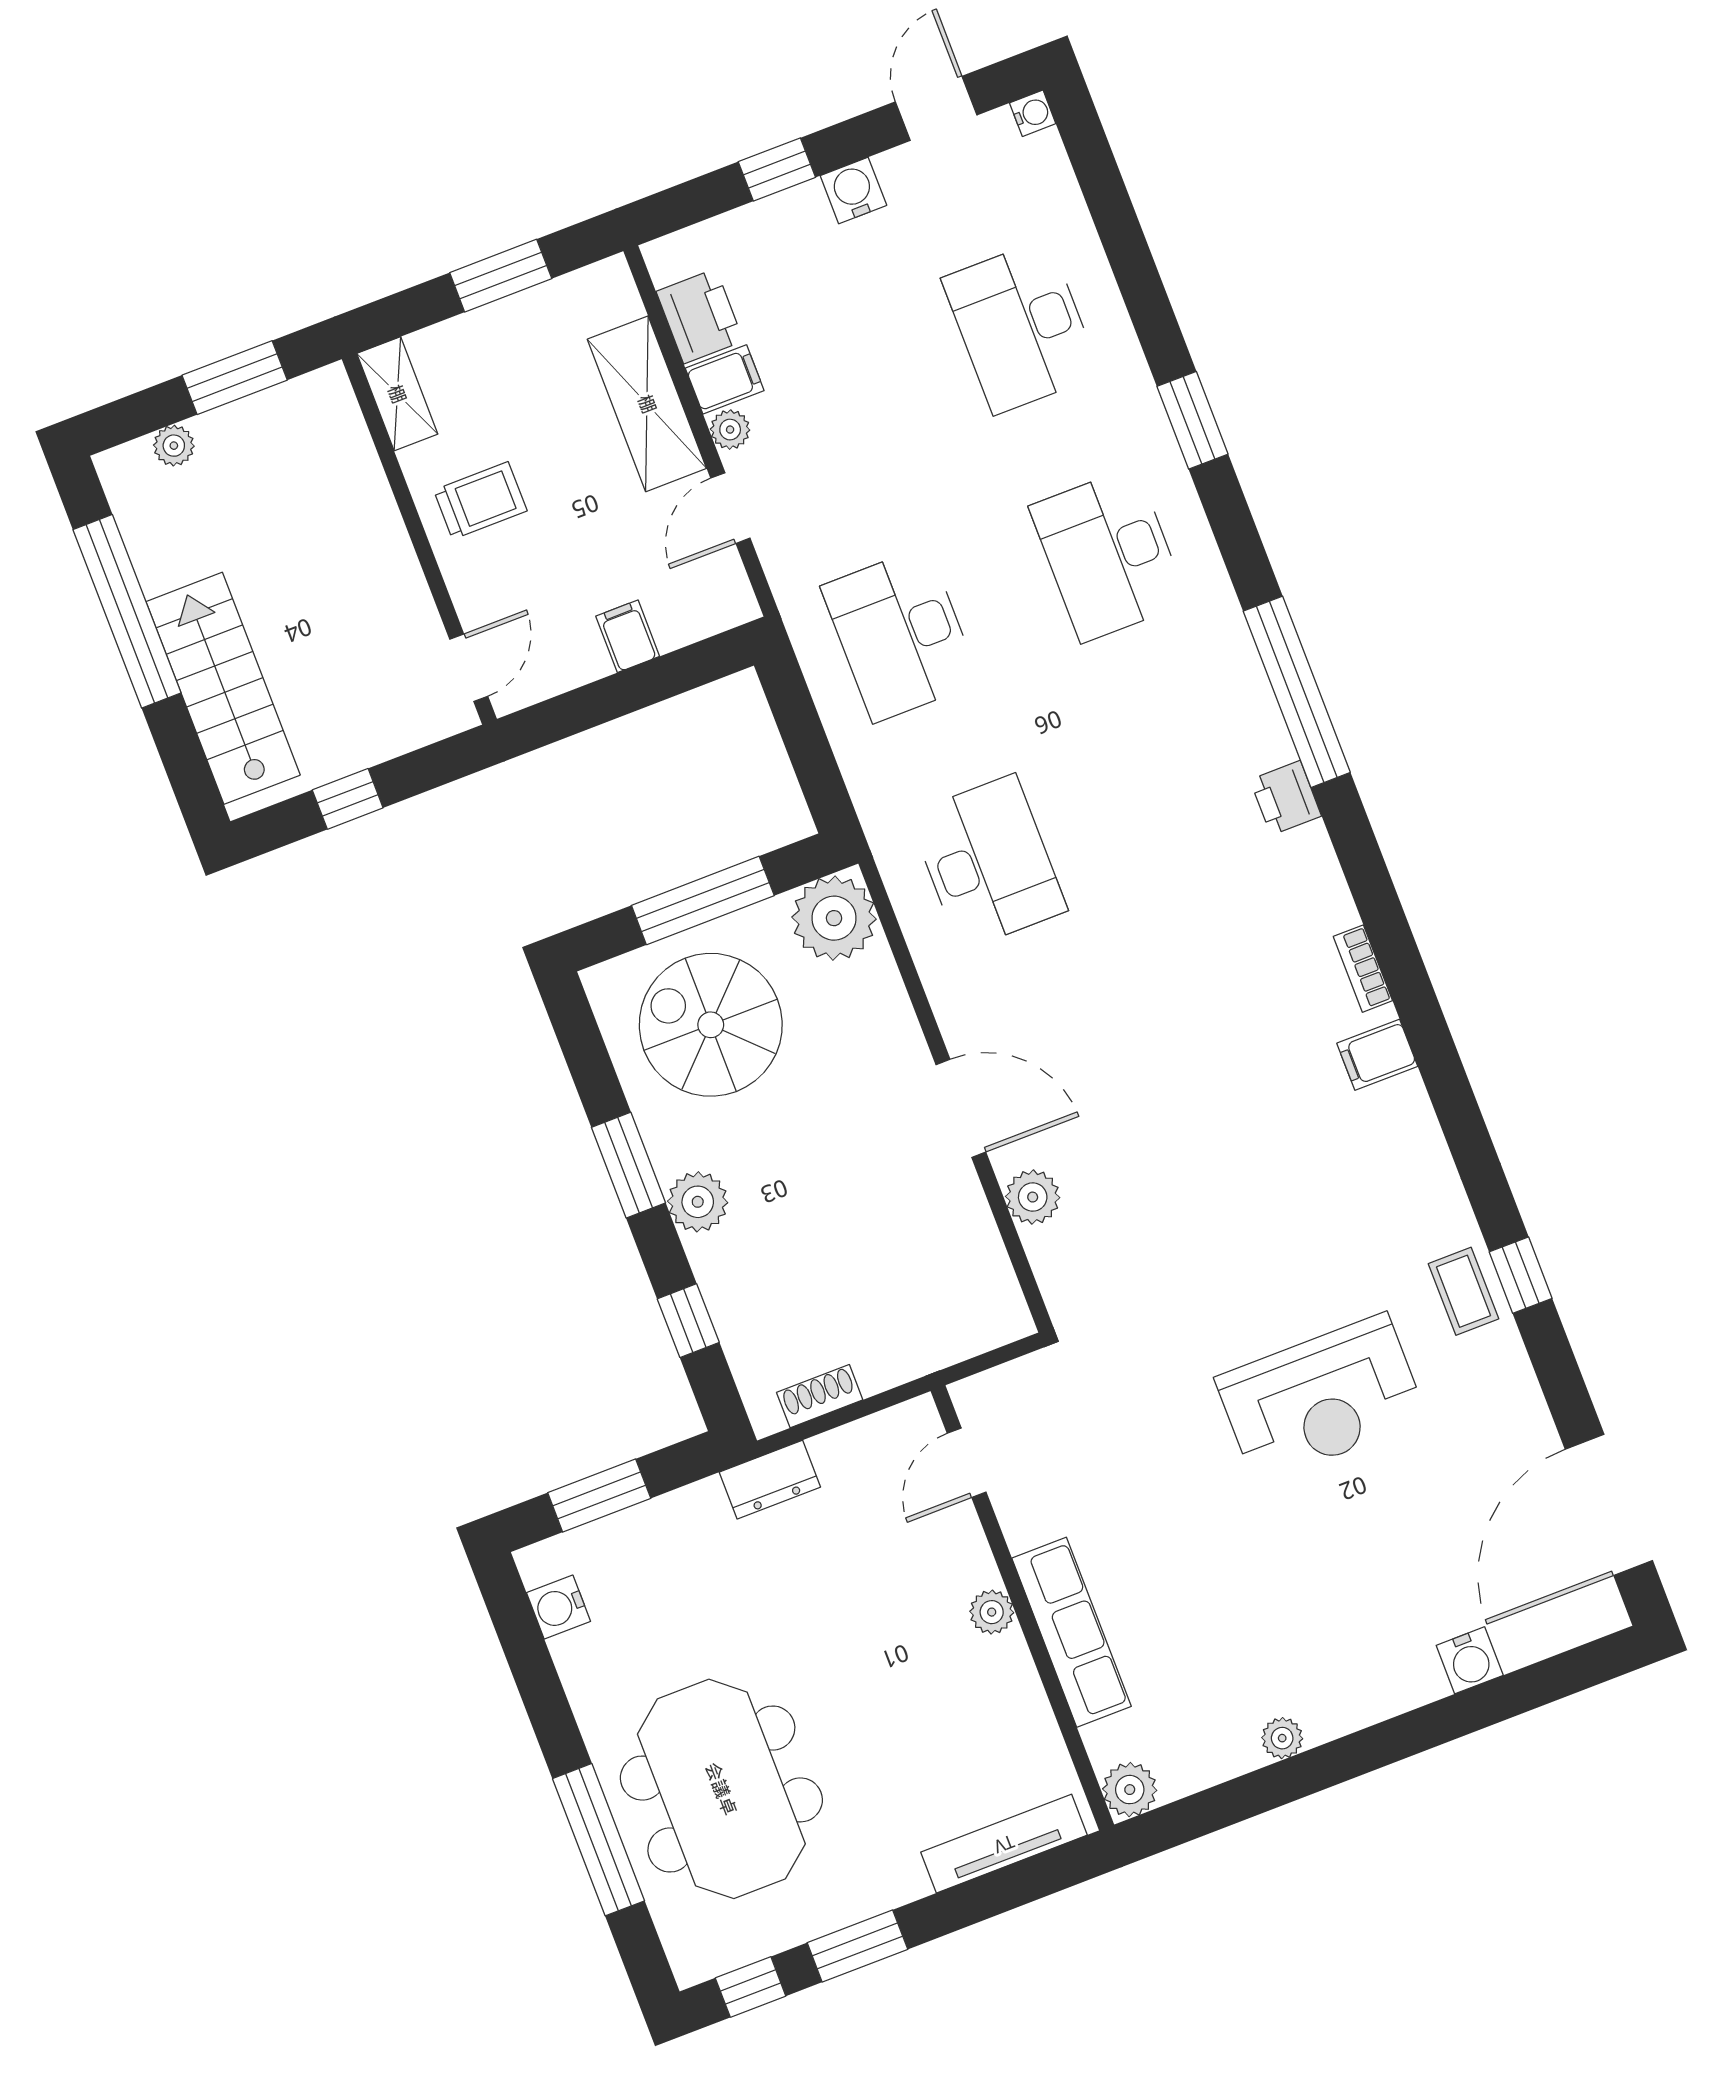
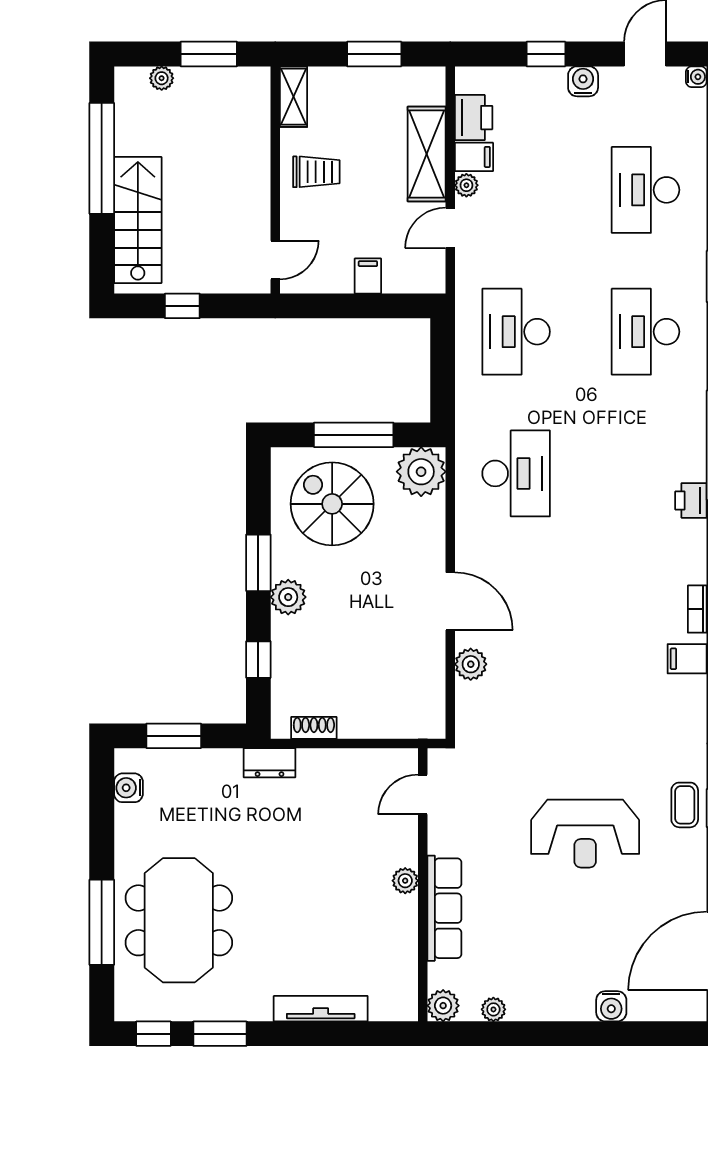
door: (967, 1463) -> (423, 794), moved
wall: (1022, 1608) -> (423, 885), moved
plant: (992, 1612) -> (405, 881), moved
row of seats: (1072, 1632) -> (444, 908), moved
plant: (1130, 1790) -> (443, 1006), moved

